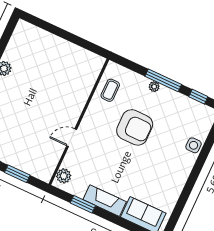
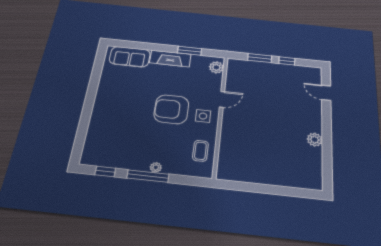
armchair: (135, 127) -> (171, 109), moved
side table: (194, 145) -> (203, 116), moved

